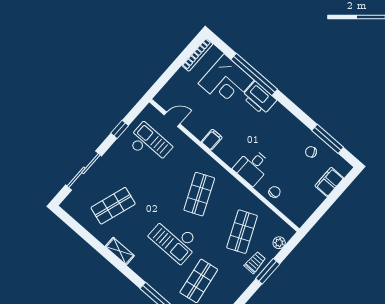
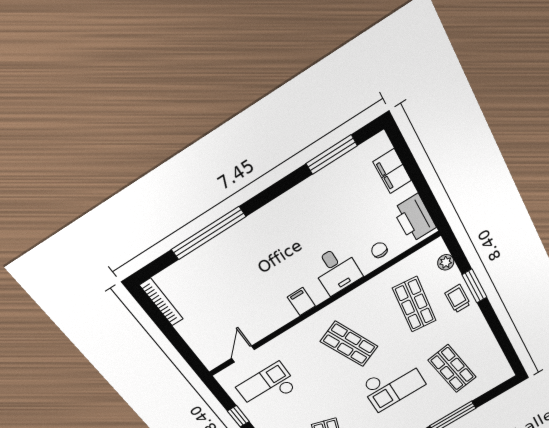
corner desk: (226, 82) -> (210, 274), removed
printer: (259, 98) -> (415, 218), moved, turned 90
filing cabinet: (212, 140) -> (301, 302), moved
chair: (311, 152) -> (342, 185), removed
shop shelf: (242, 232) -> (414, 304), turned 30

